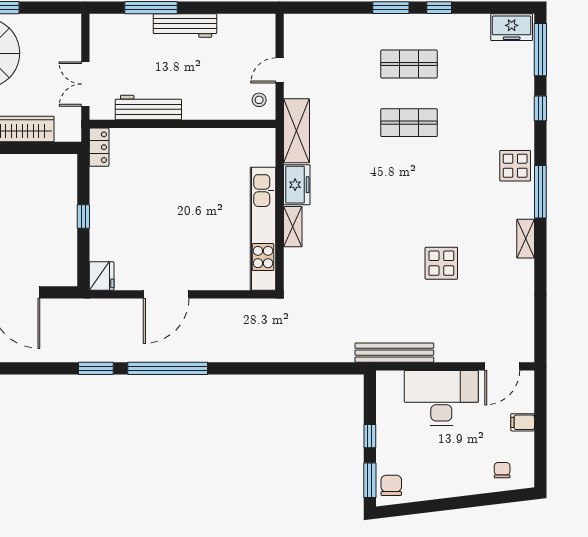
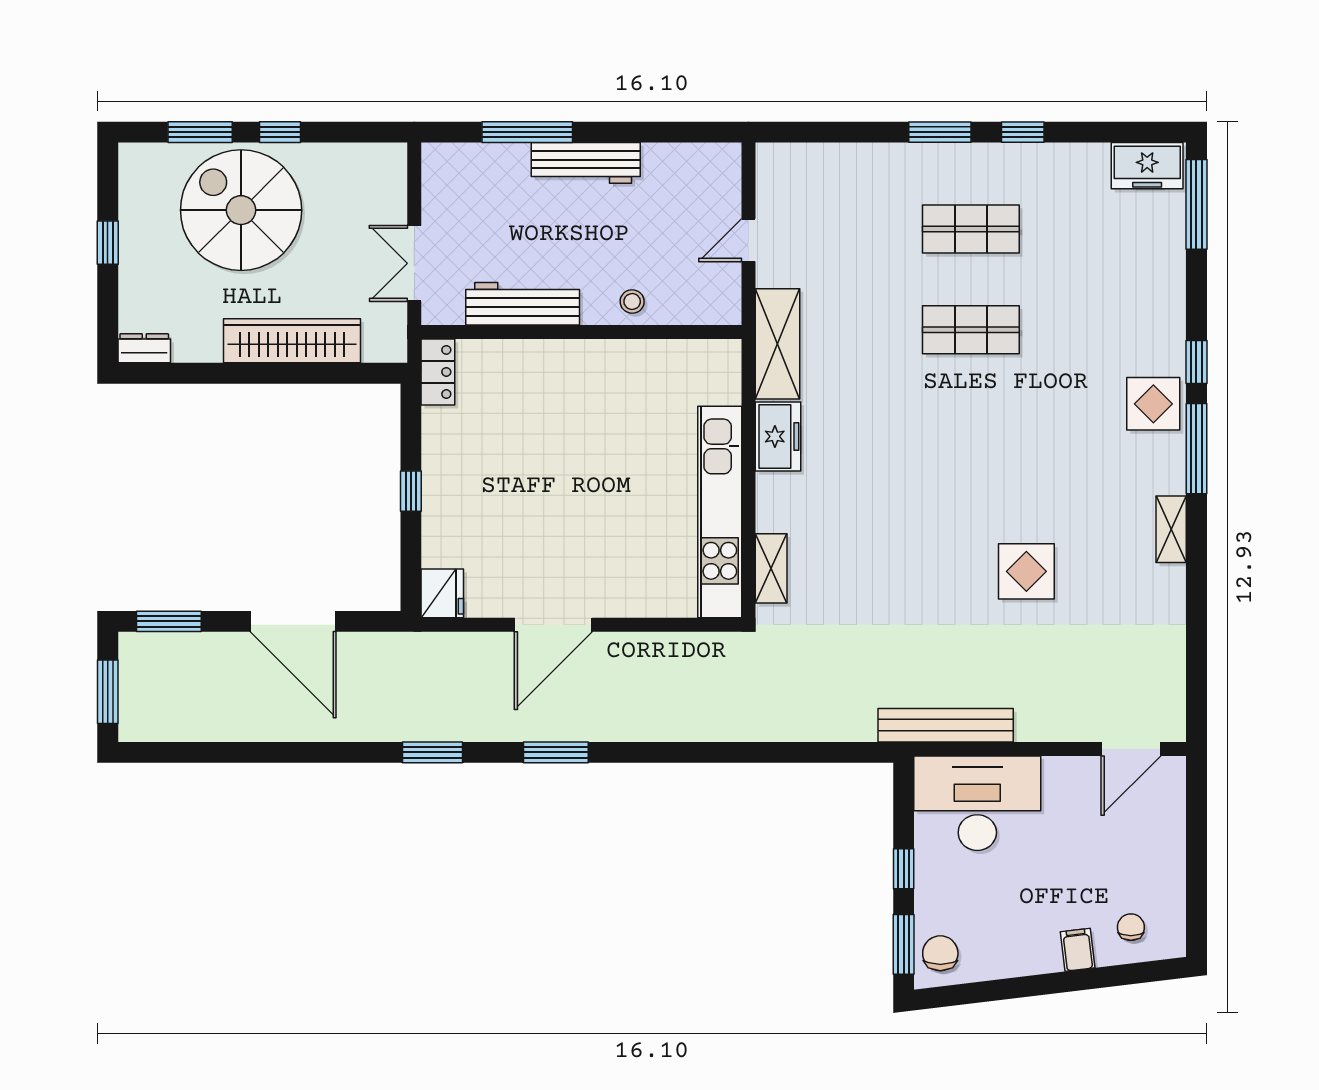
stool: (259, 100) -> (632, 302), moved
window: (540, 108) -> (1196, 362), moved
shelving: (293, 227) -> (771, 568), moved
window: (168, 368) -> (556, 752), width x0.47
desk: (441, 398) -> (977, 803), moved
filing cabinet: (523, 422) -> (1078, 950), moved, turned 83

